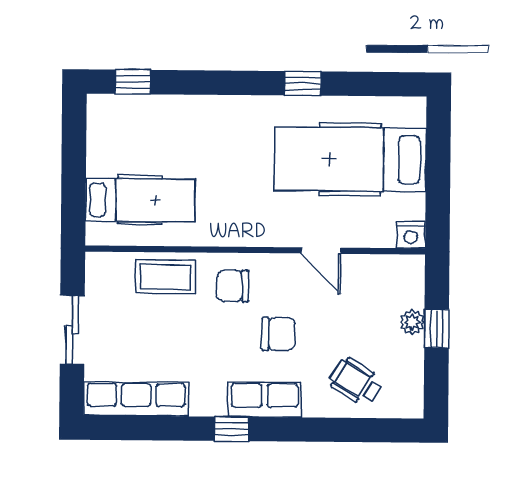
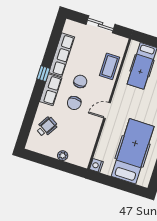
door: (321, 251) -> (107, 110), moved
chair: (233, 286) -> (80, 81), moved
window: (437, 329) -> (57, 164), removed
row of seats: (136, 399) -> (62, 55), moved

